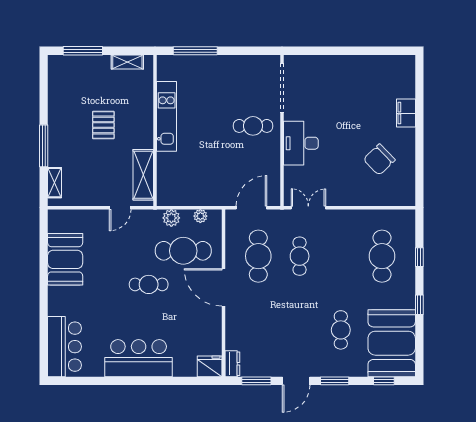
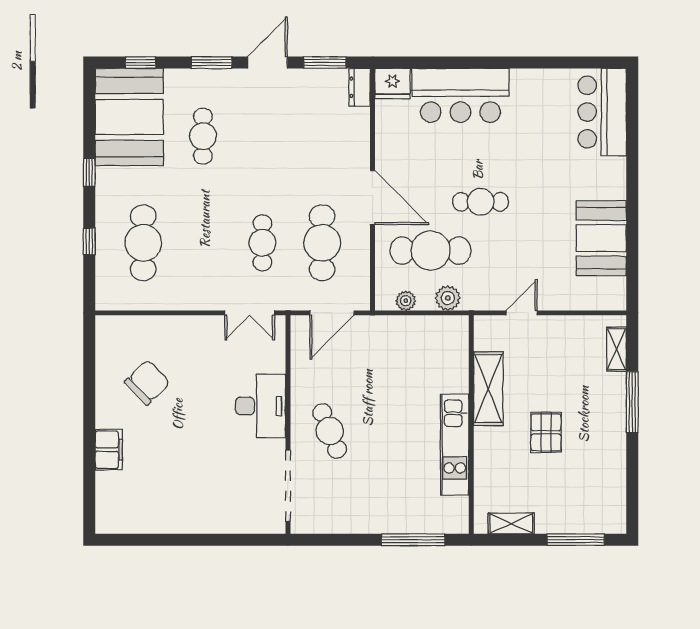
cafe table: (253, 126) -> (330, 431), turned 68
shelving: (143, 175) -> (488, 389), moved
bar counter: (139, 358) -> (460, 95), moved

